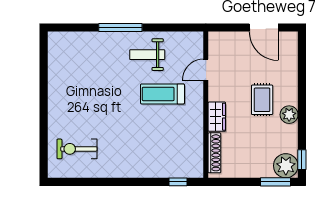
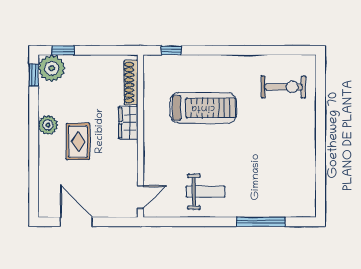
window: (120, 27) -> (261, 222), moved
door: (206, 70) -> (140, 197), moved
treadmill: (162, 94) -> (203, 108), moved, width x1.37, depth x1.38
window: (275, 182) -> (63, 50), width x0.67

